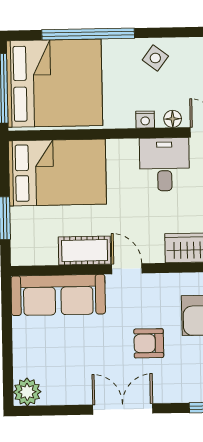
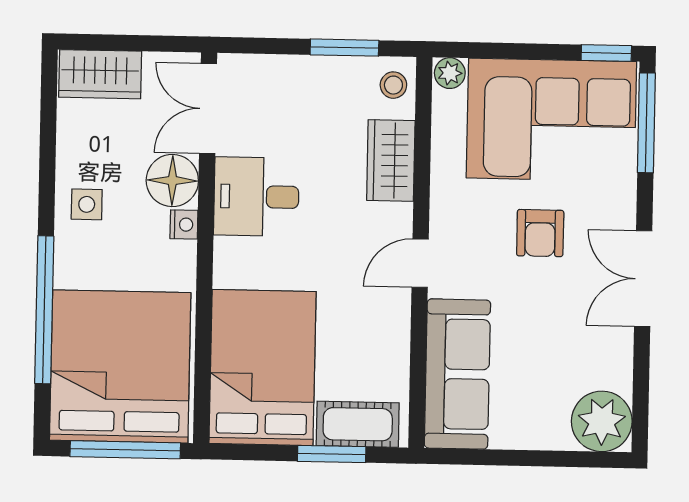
side table: (155, 58) -> (87, 204), turned -37
floor lamp: (173, 119) -> (172, 181), width x1.89, depth x1.89
cot: (85, 250) -> (358, 424), moved, turned 90
plant: (27, 392) -> (602, 421), width x1.36, depth x1.36

